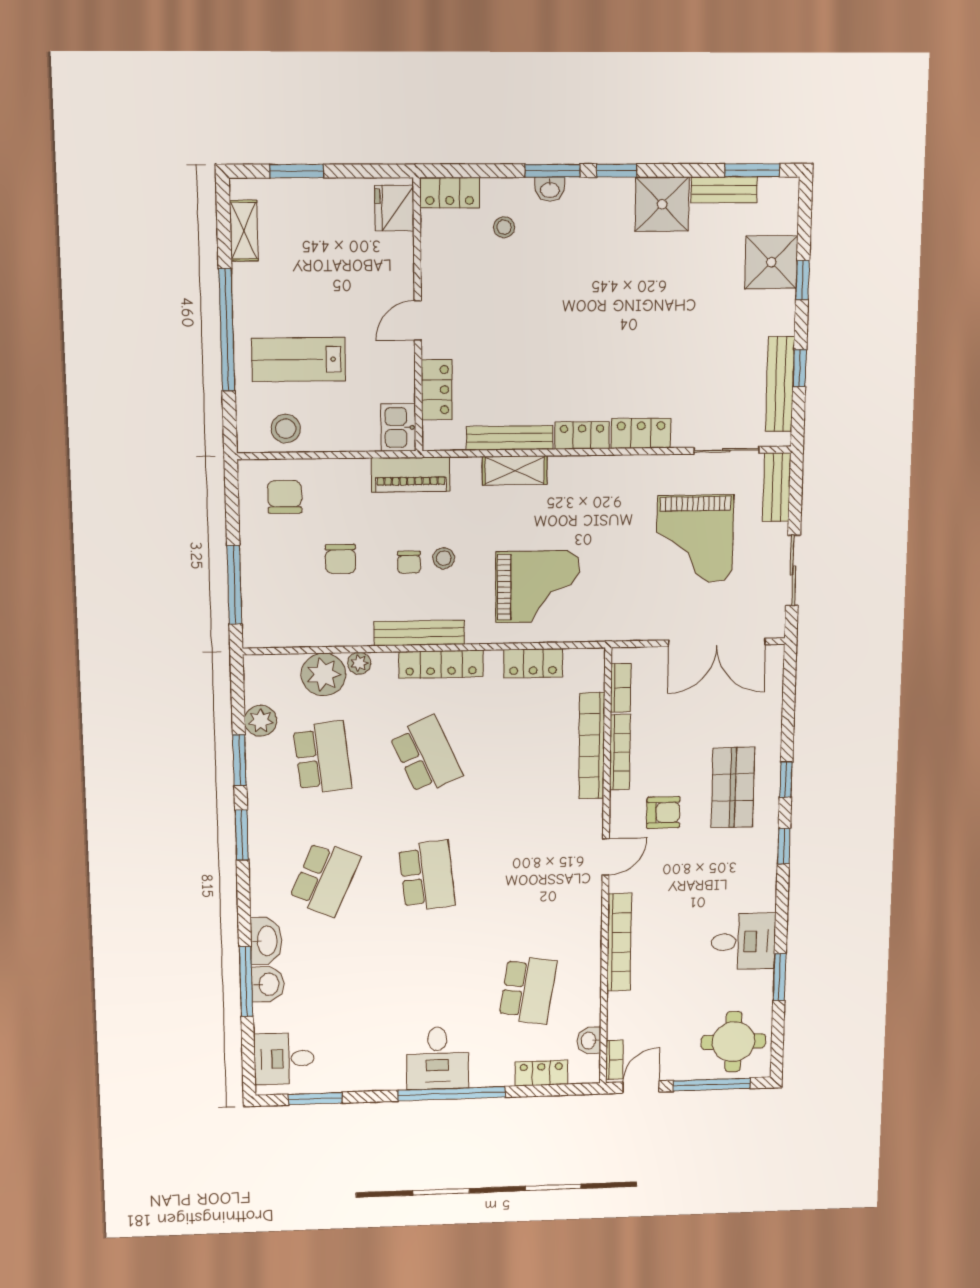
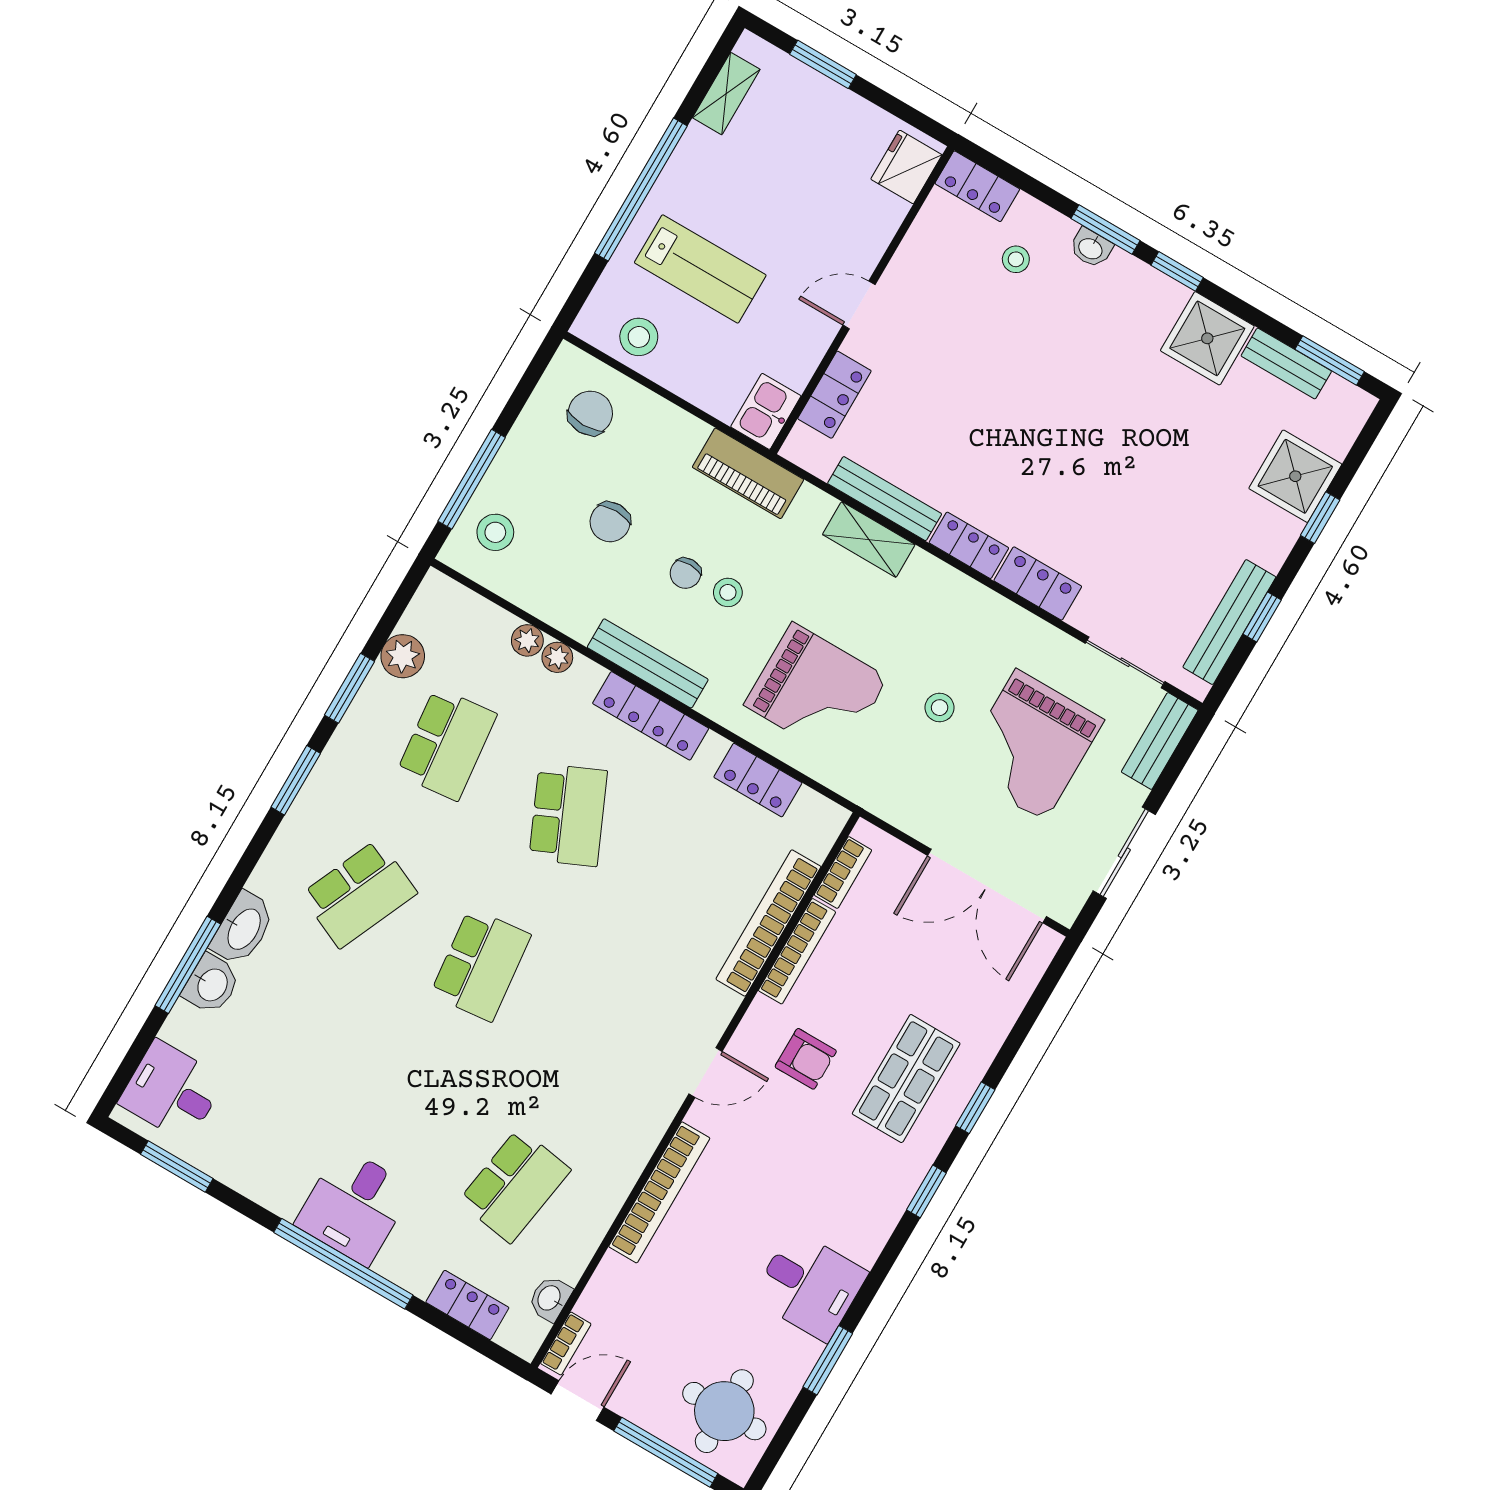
lab bench: (299, 360) -> (700, 269), turned 180
stool: (623, 550) -> (940, 708), added
stool: (271, 609) -> (495, 532), added
plant: (324, 674) -> (527, 640), width x0.53, depth x0.53

